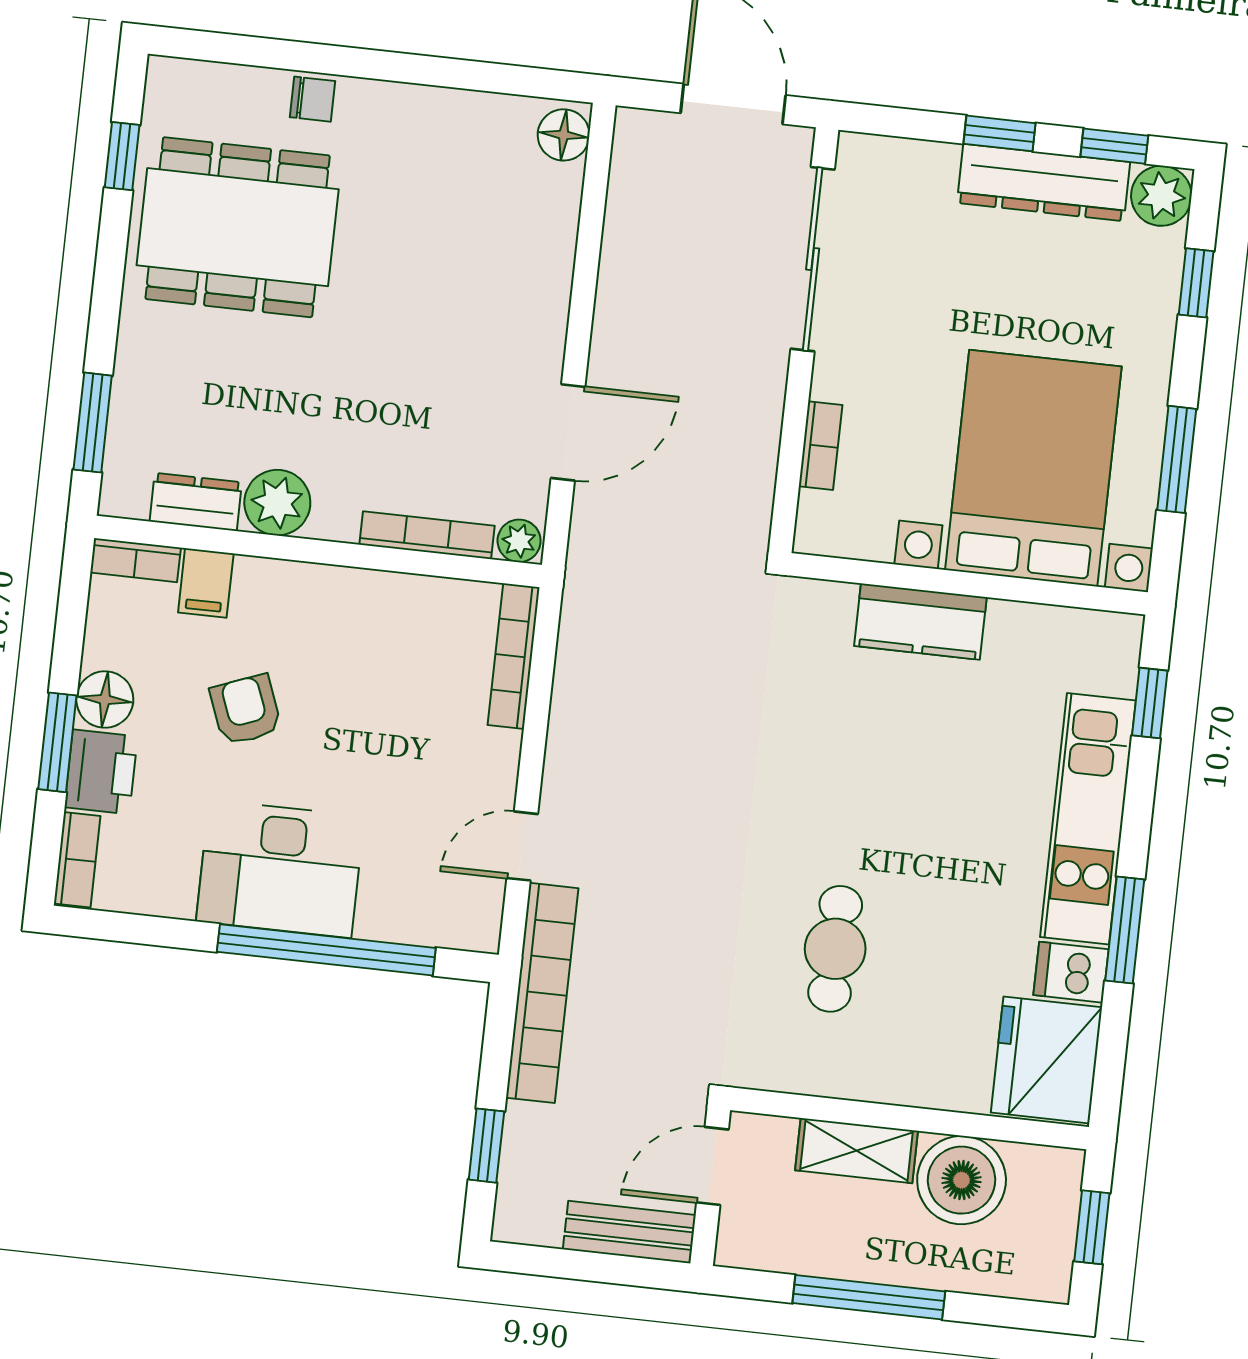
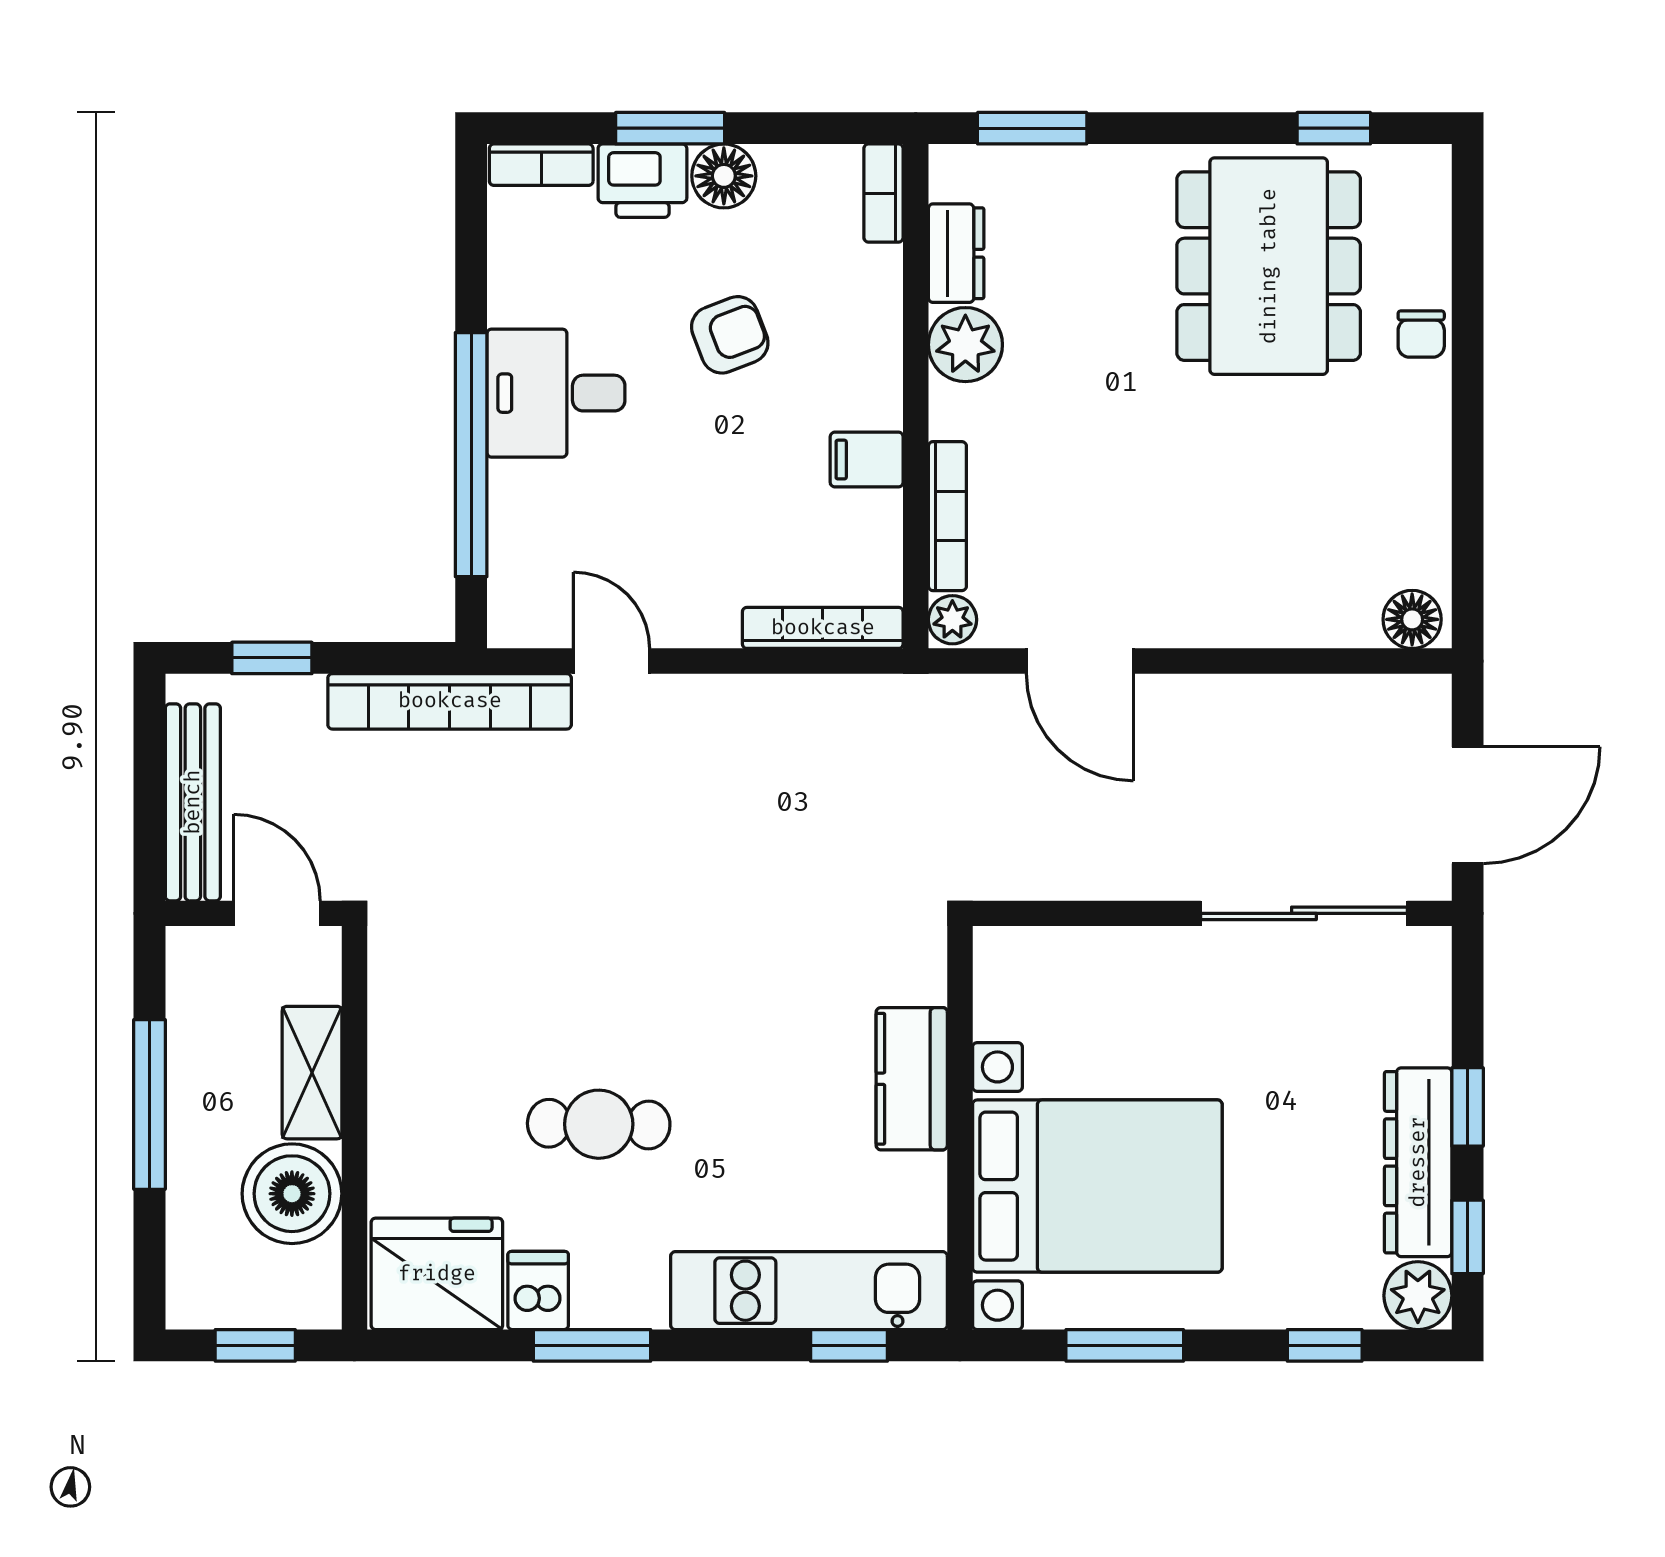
bookcase: (821, 446) -> (1096, 945), removed
filing cabinet: (206, 583) -> (867, 460), moved
kitchen unit: (1088, 819) -> (809, 1291), moved
desk: (280, 869) -> (556, 393), width x0.73
cafe table: (835, 949) -> (599, 1124), moved
bench: (629, 1232) -> (193, 802), width x1.36

